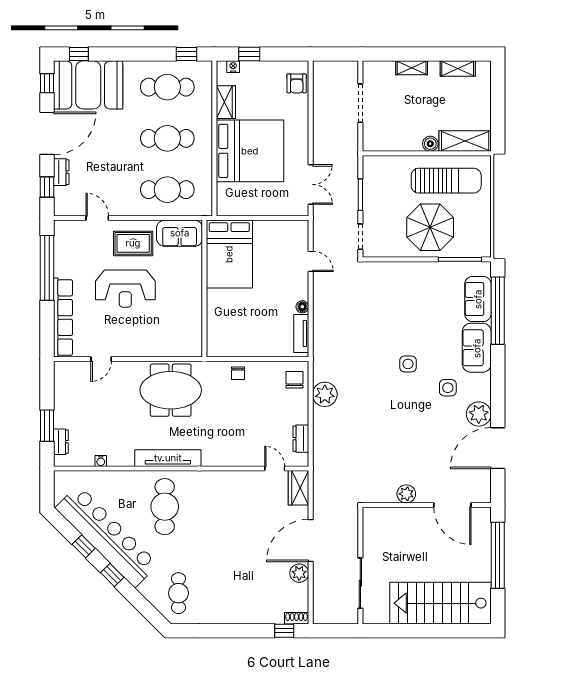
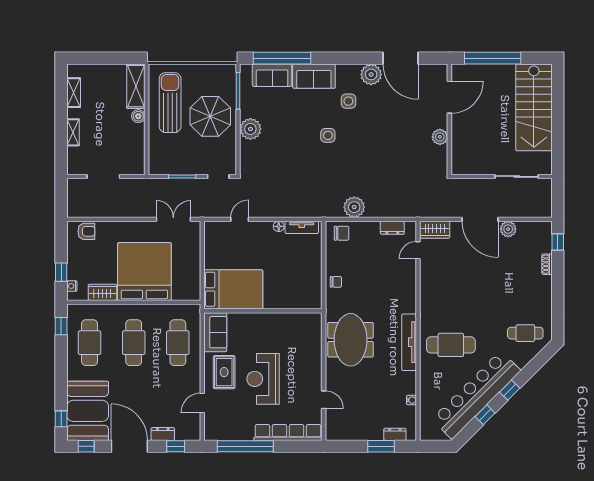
plant: (415, 274) -> (250, 129), added
reception desk: (125, 289) -> (263, 379), turned 180
chair: (294, 380) -> (342, 233), turned 180
shoe rack: (297, 618) -> (547, 264), moved

